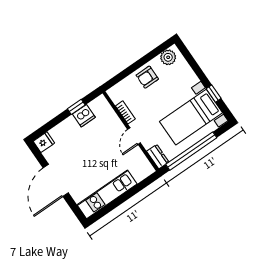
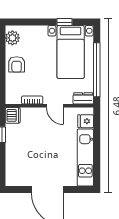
dishwasher: (84, 116) -> (13, 115), moved
fridge: (44, 142) -> (86, 121), moved, turned -90

